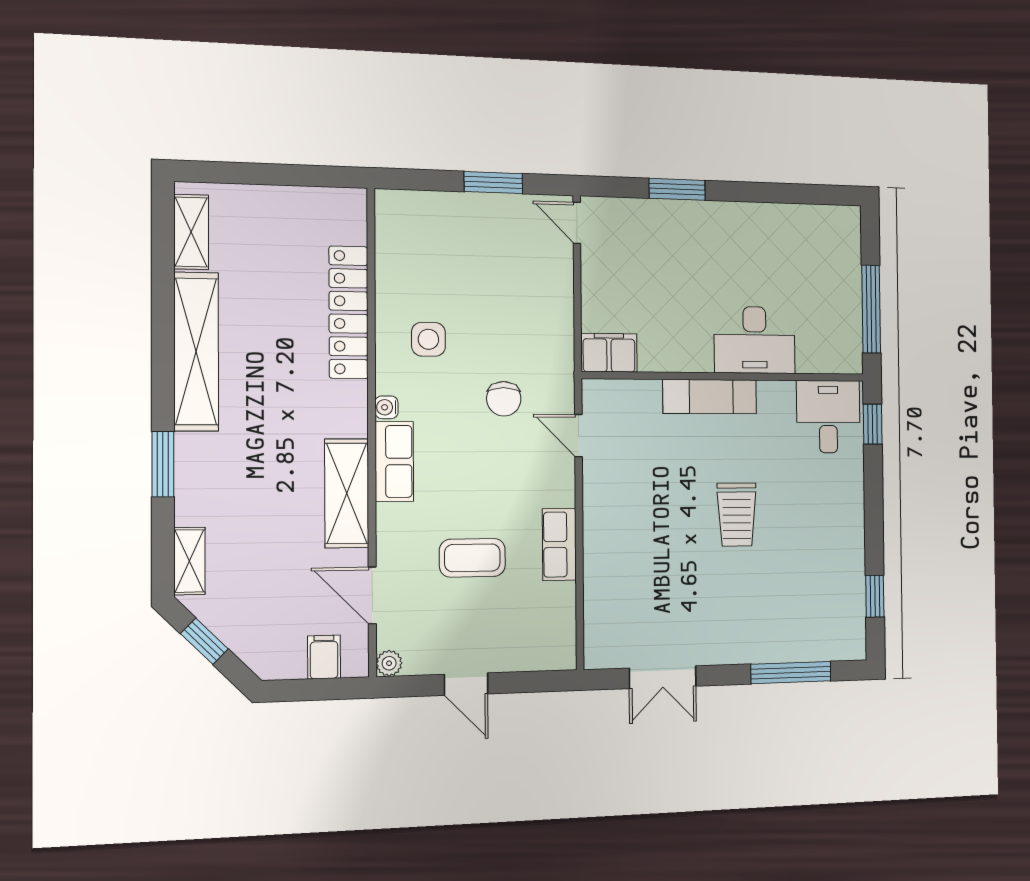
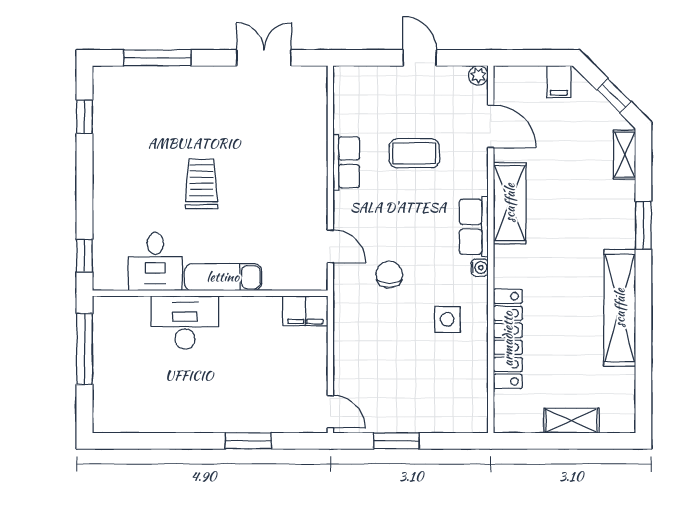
shelving: (191, 232) -> (571, 421), moved, turned 90
desk: (828, 417) -> (155, 262), moved
filing cabinet: (324, 657) -> (559, 82), moved

